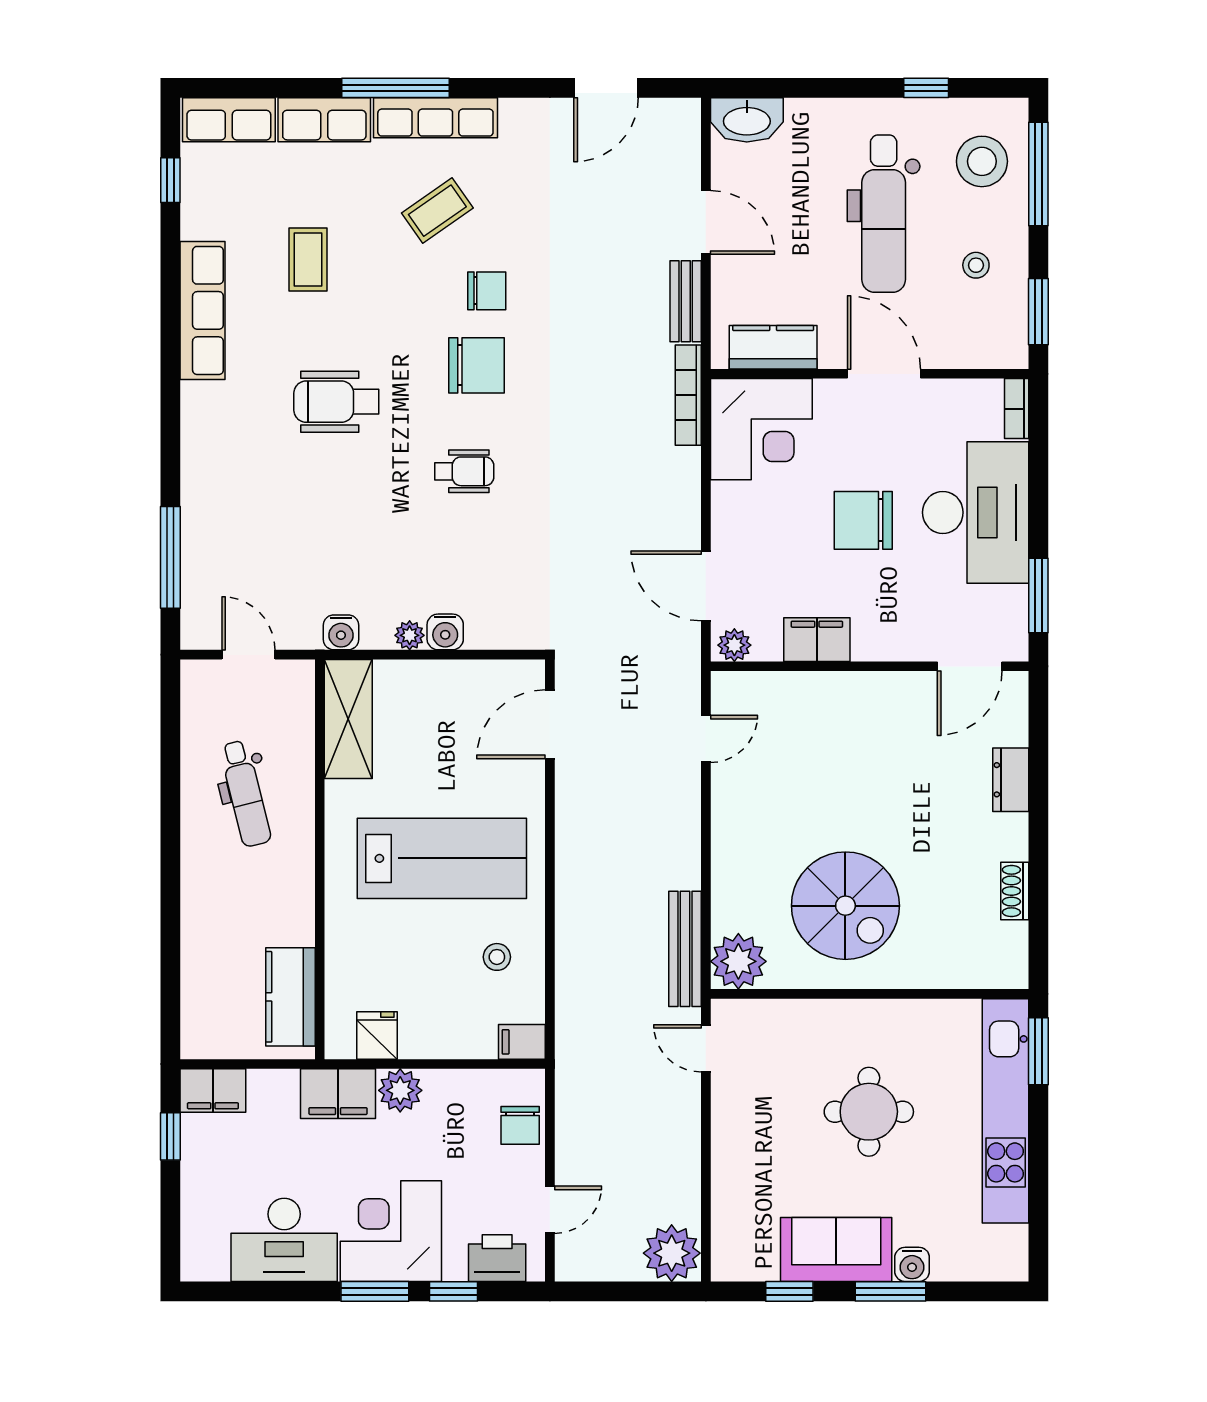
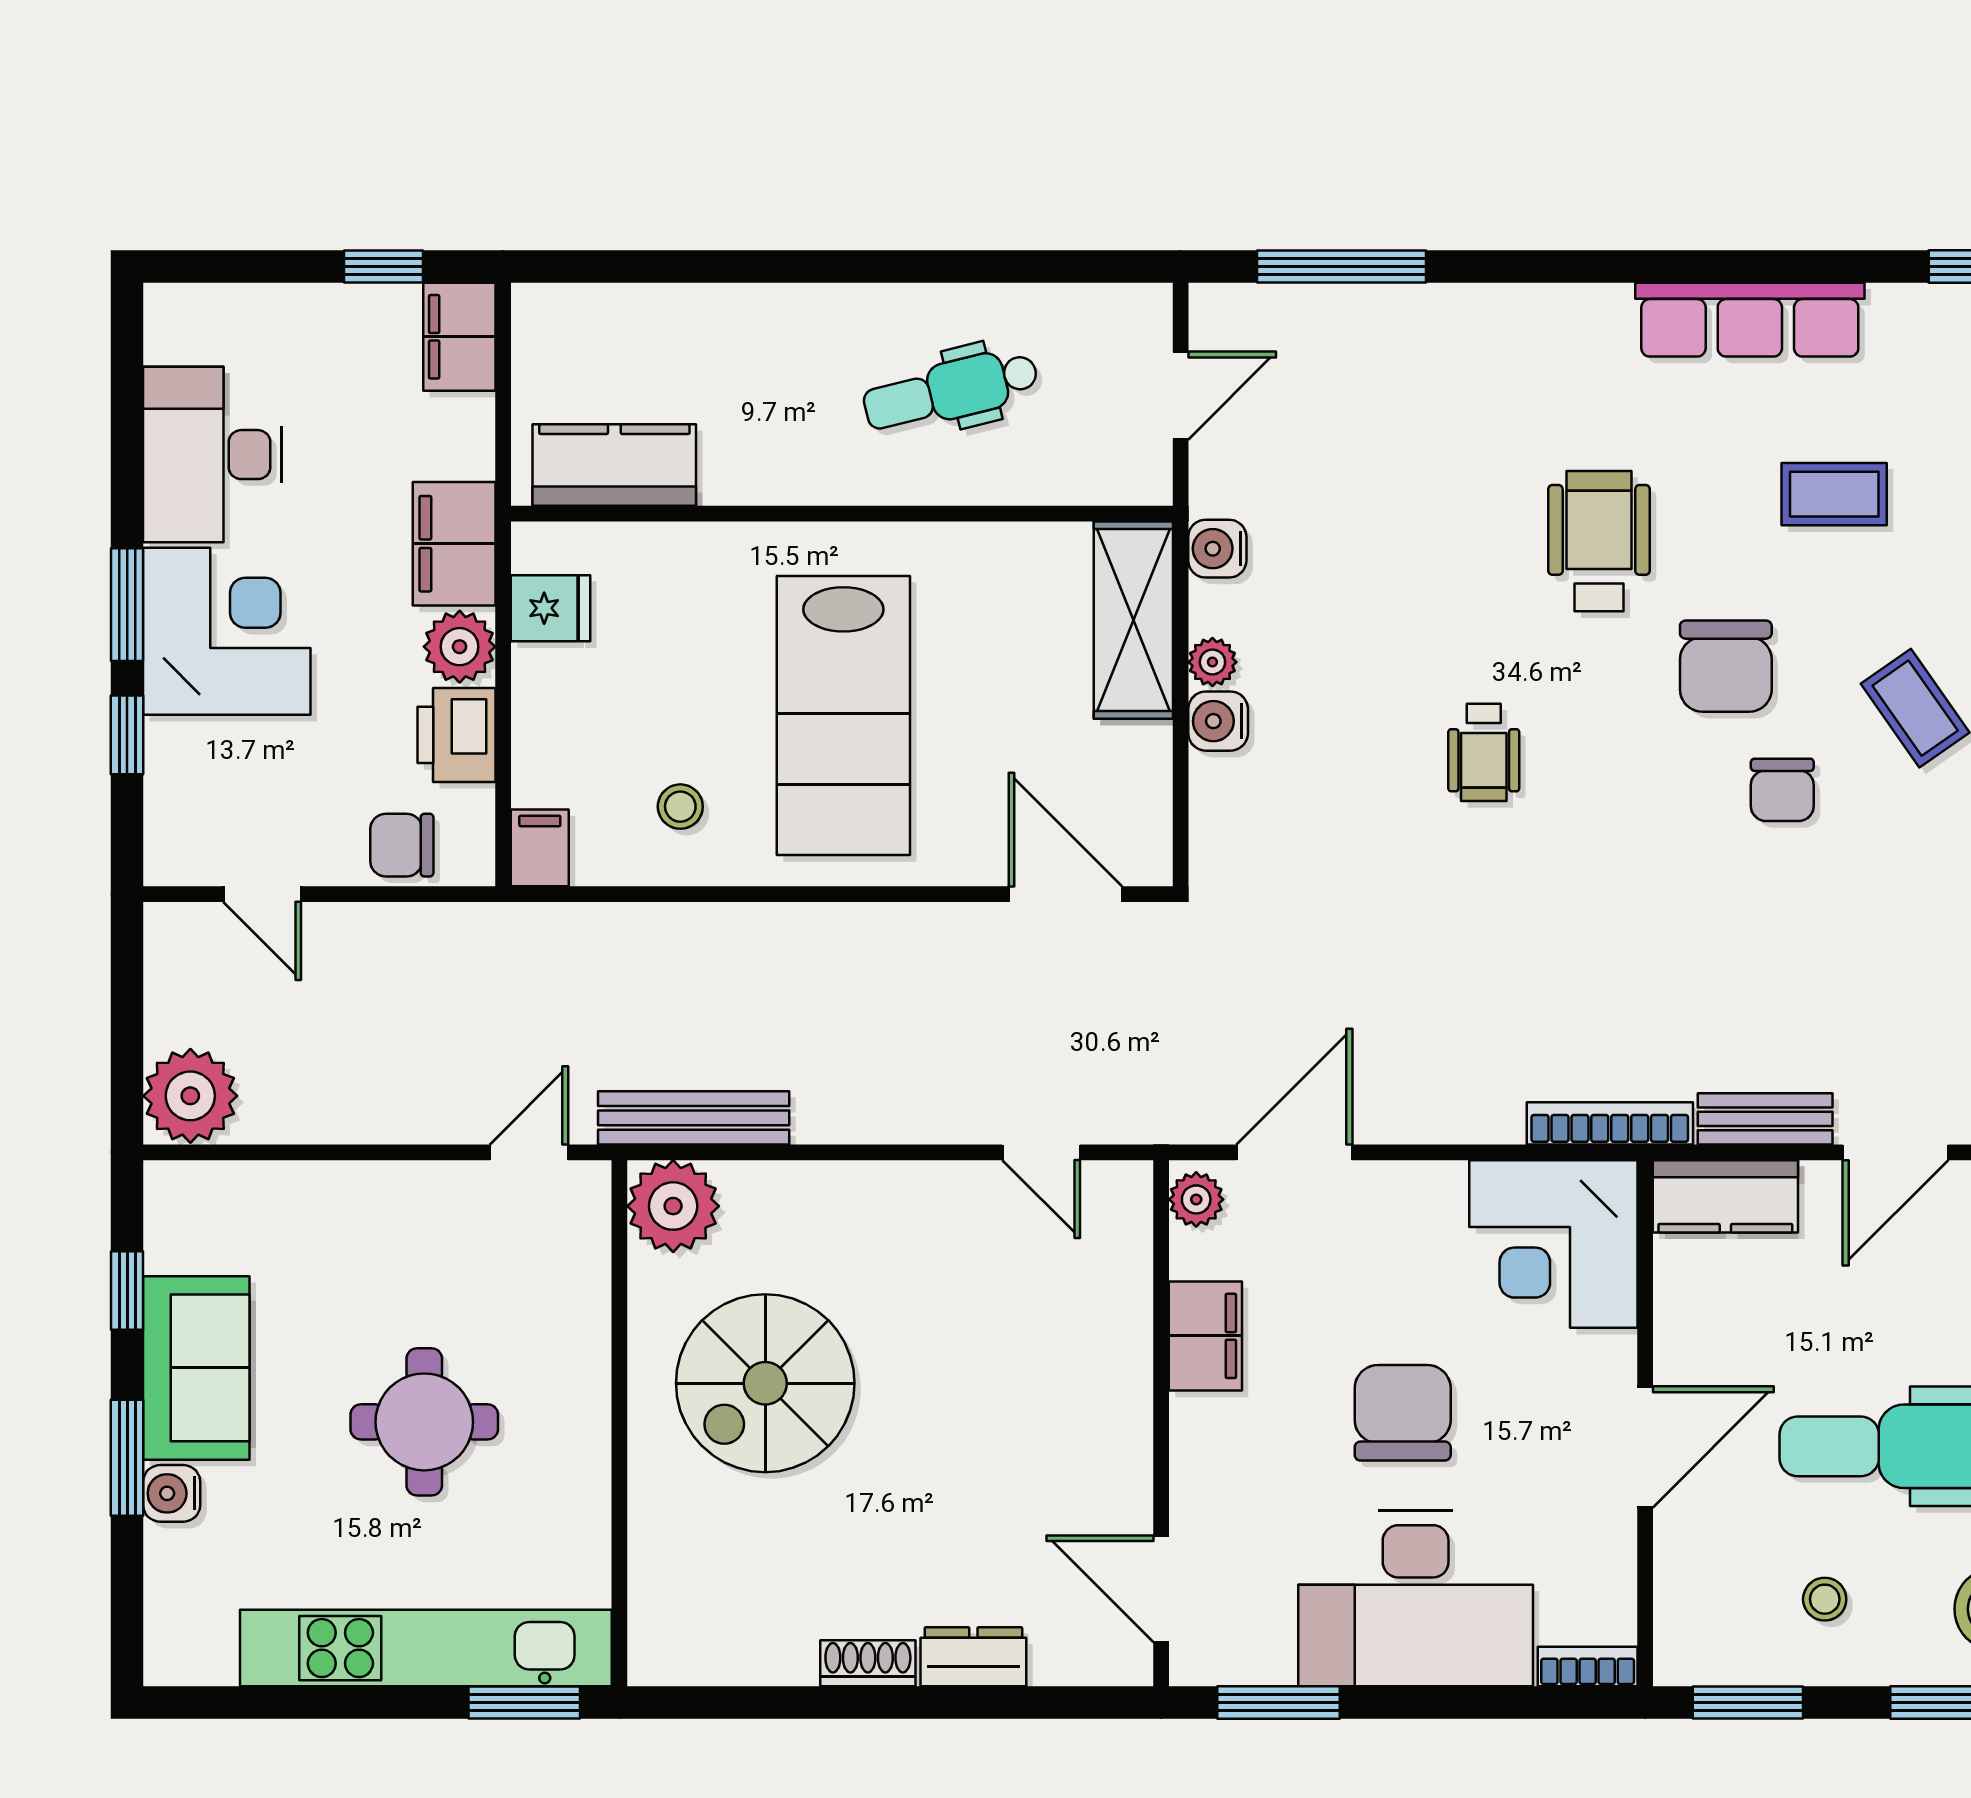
kitchen counter: (773, 347) -> (1725, 1196), moved, turned 90
chair: (477, 365) -> (1726, 666), moved
shelving: (348, 719) -> (1133, 620), moved, turned 90
shoe rack: (1015, 891) -> (868, 1663), moved
printer: (497, 1258) -> (457, 735), moved, turned 180

